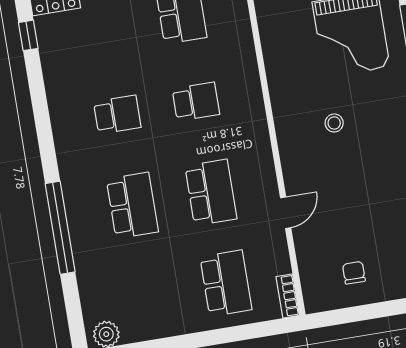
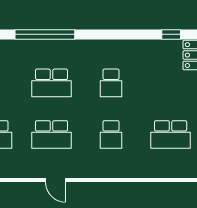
door: (286, 213) -> (55, 180), moved

